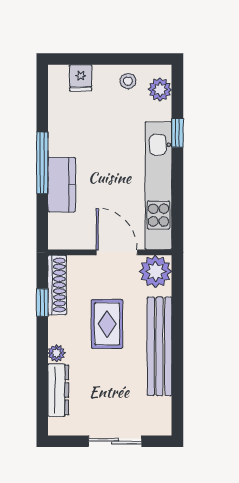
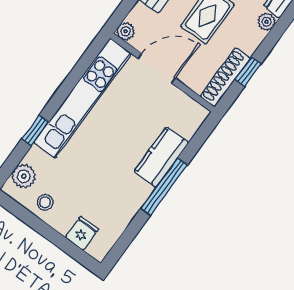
door: (117, 252) -> (157, 68), swing flipped
plant: (155, 271) -> (126, 31), width x0.53, depth x0.53

